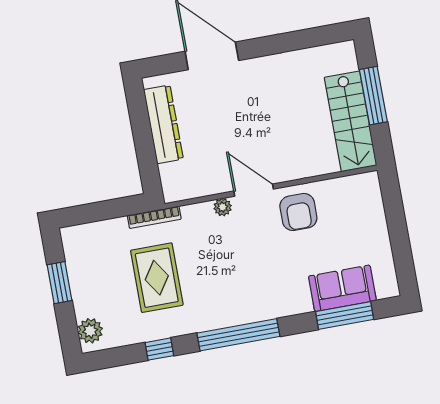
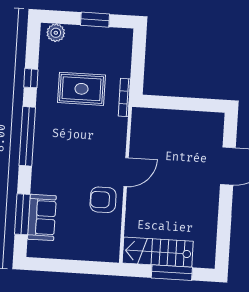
dresser: (163, 124) -> (188, 120), removed
plant: (223, 207) -> (120, 147), removed

